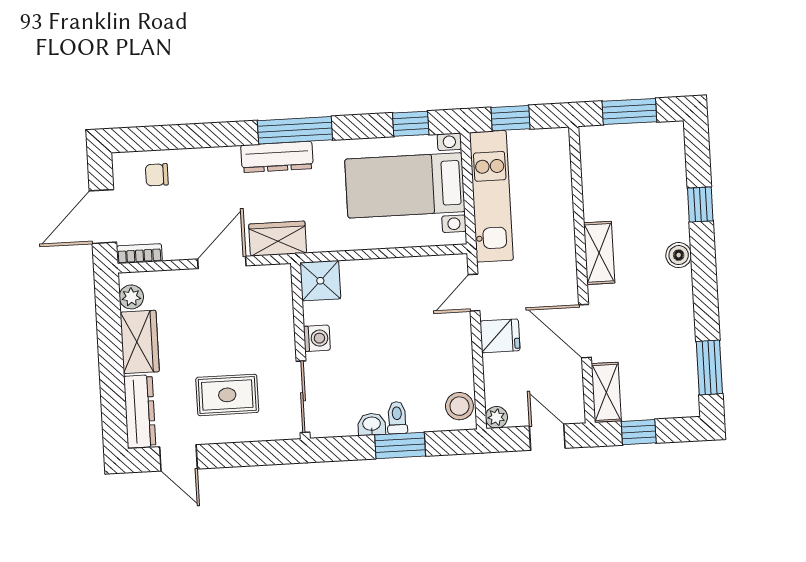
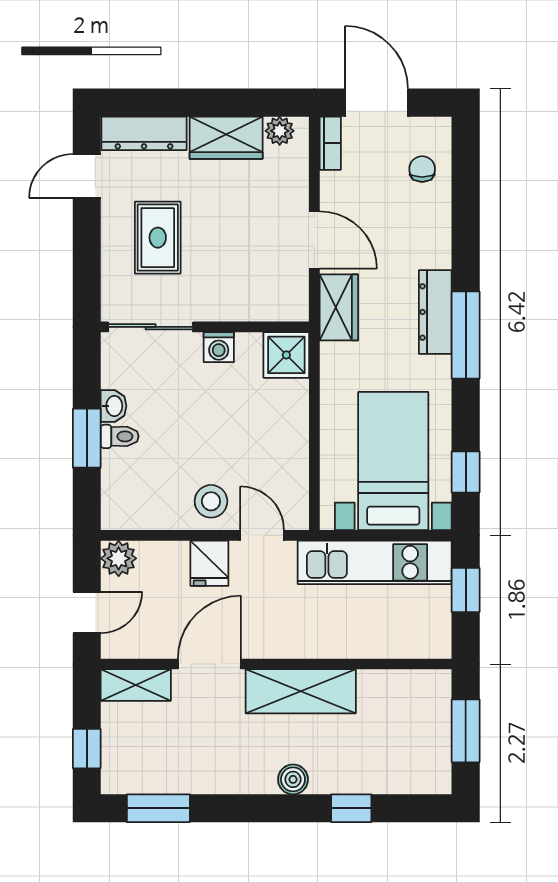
shelving: (599, 253) -> (301, 691), width x1.50, depth x1.33
stool: (459, 406) -> (211, 501), moved
plant: (496, 417) -> (119, 558), width x1.38, depth x1.38
window: (639, 432) -> (87, 749), moved

